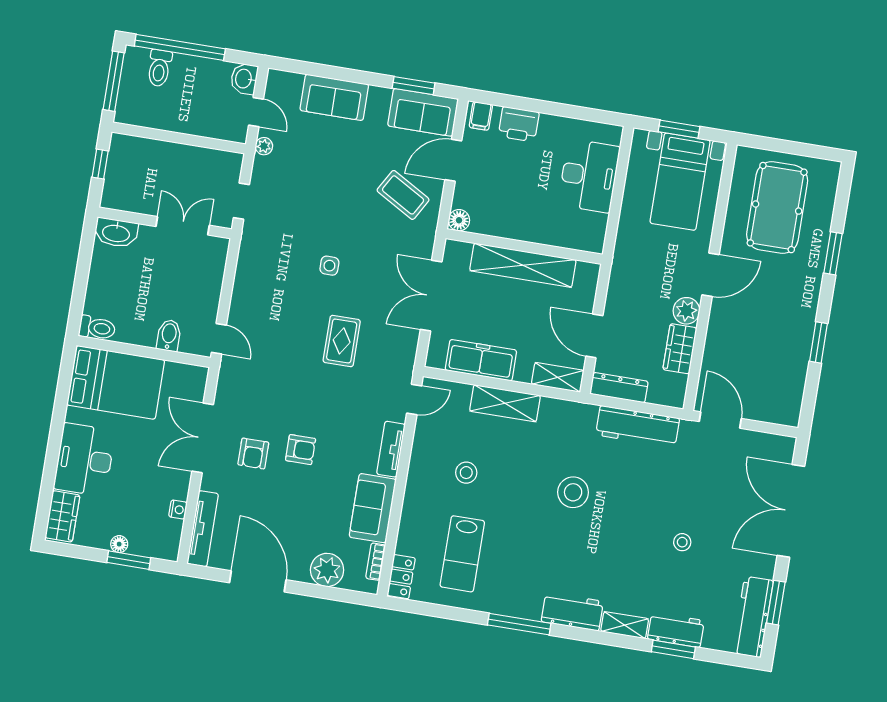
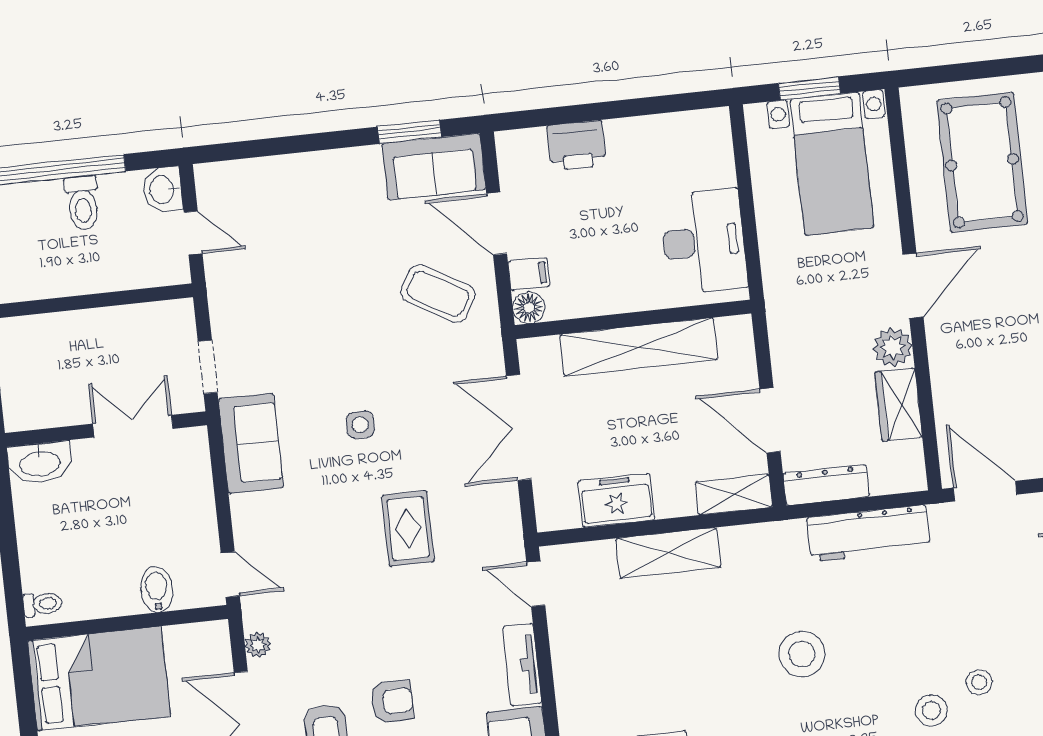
toilet: (159, 68) -> (83, 203), moved
sofa: (334, 97) -> (251, 443), moved, turned -90
filing cabinet: (481, 116) -> (529, 274), moved, turned -90
plant: (264, 146) -> (258, 645), moved
door: (453, 160) -> (497, 224), hinge flipped
desk: (589, 176) -> (704, 242), moved
toilet: (97, 328) -> (43, 604), width x0.73, depth x0.72
freezer: (481, 360) -> (616, 500), width x0.71
door: (414, 399) -> (536, 584), swing flipped
stool: (466, 473) -> (931, 711), moved

